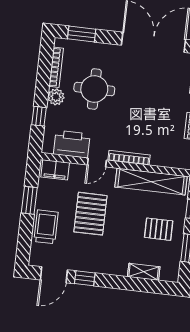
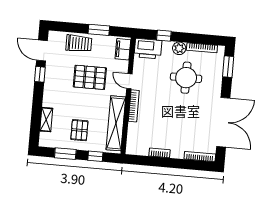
printer: (72, 144) -> (148, 49), moved, turned 90

